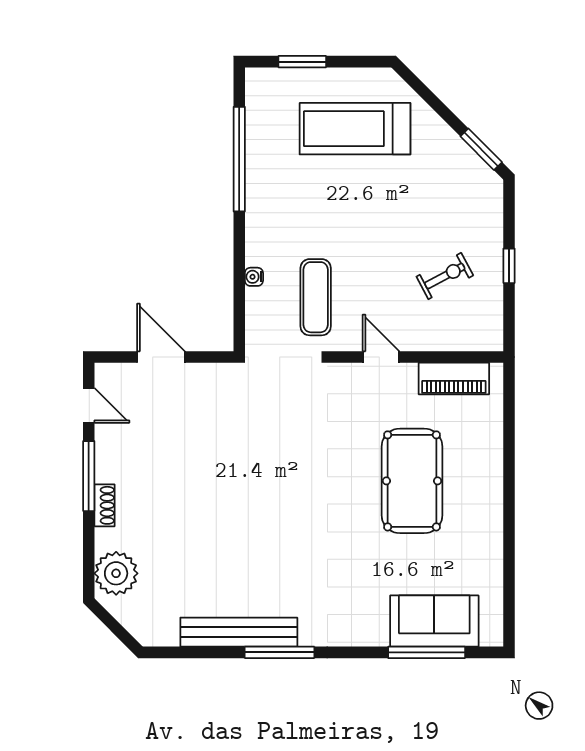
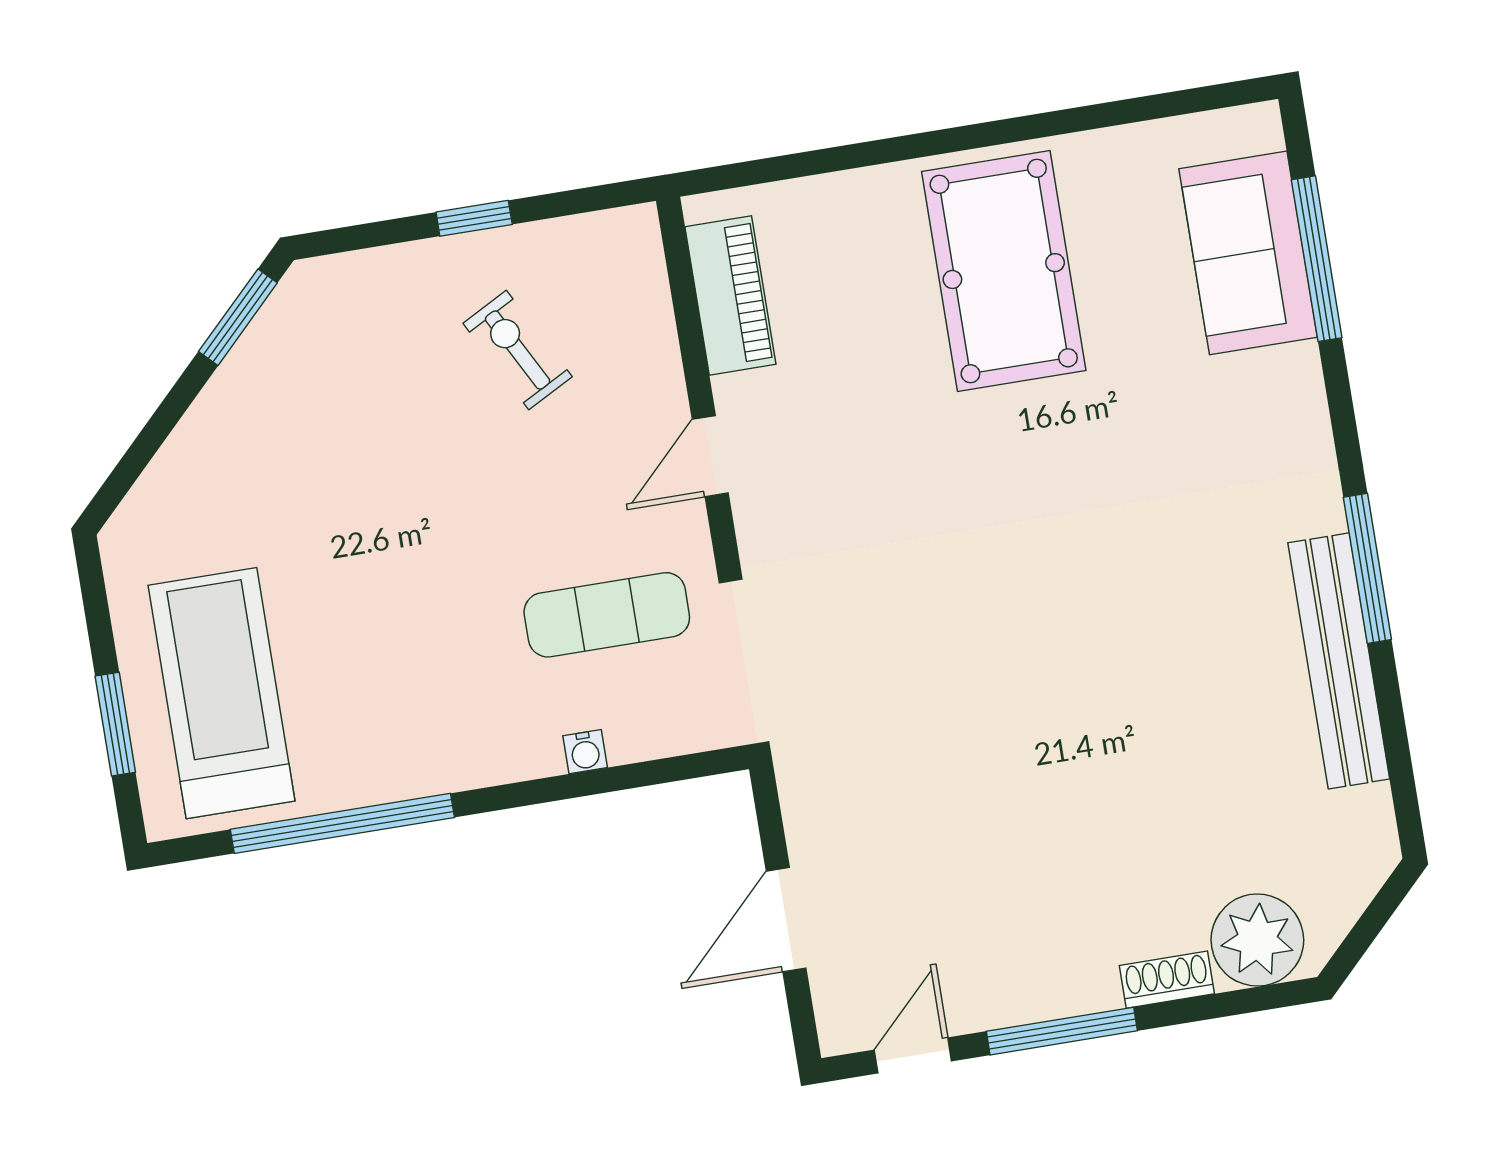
treadmill: (355, 129) -> (221, 693), moved, turned 180
pool table: (412, 481) -> (1004, 271), moved, turned 90
shoe rack: (105, 505) -> (1167, 980), moved

